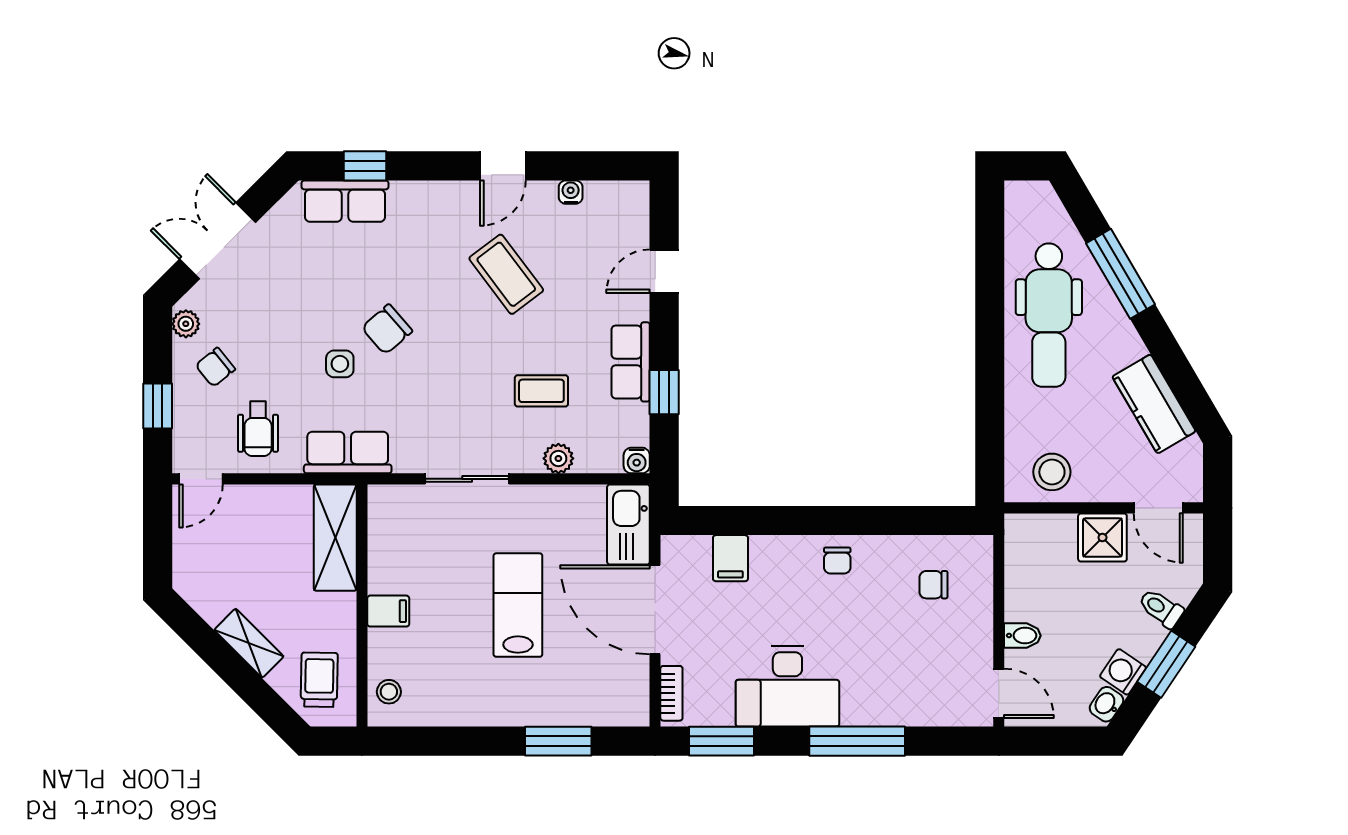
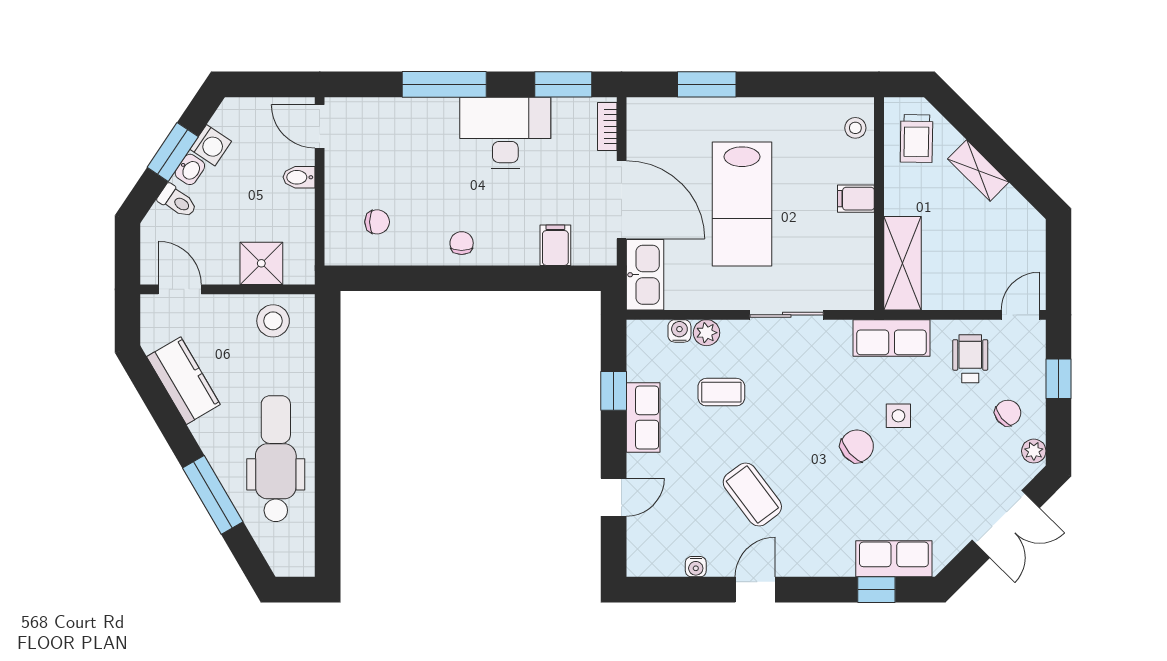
water cooler: (637, 461) -> (679, 331), moved
shower: (1102, 537) -> (261, 263), moved
lab bench: (518, 605) -> (742, 204), width x1.36, depth x1.39
washbasin: (1106, 704) -> (190, 169), moved

